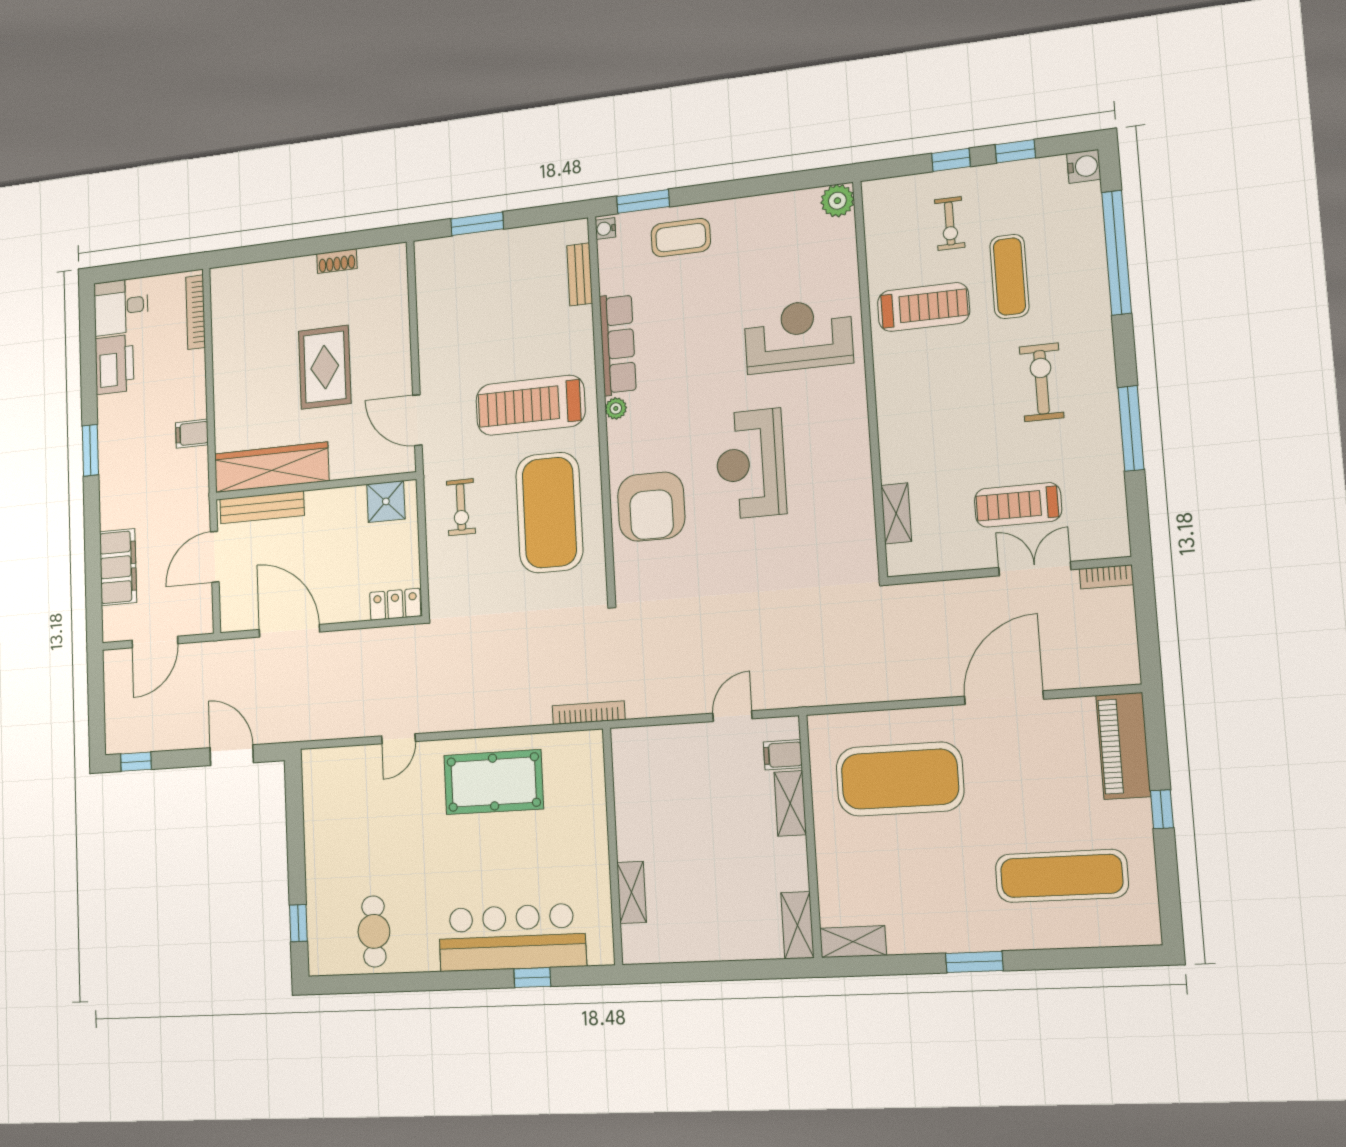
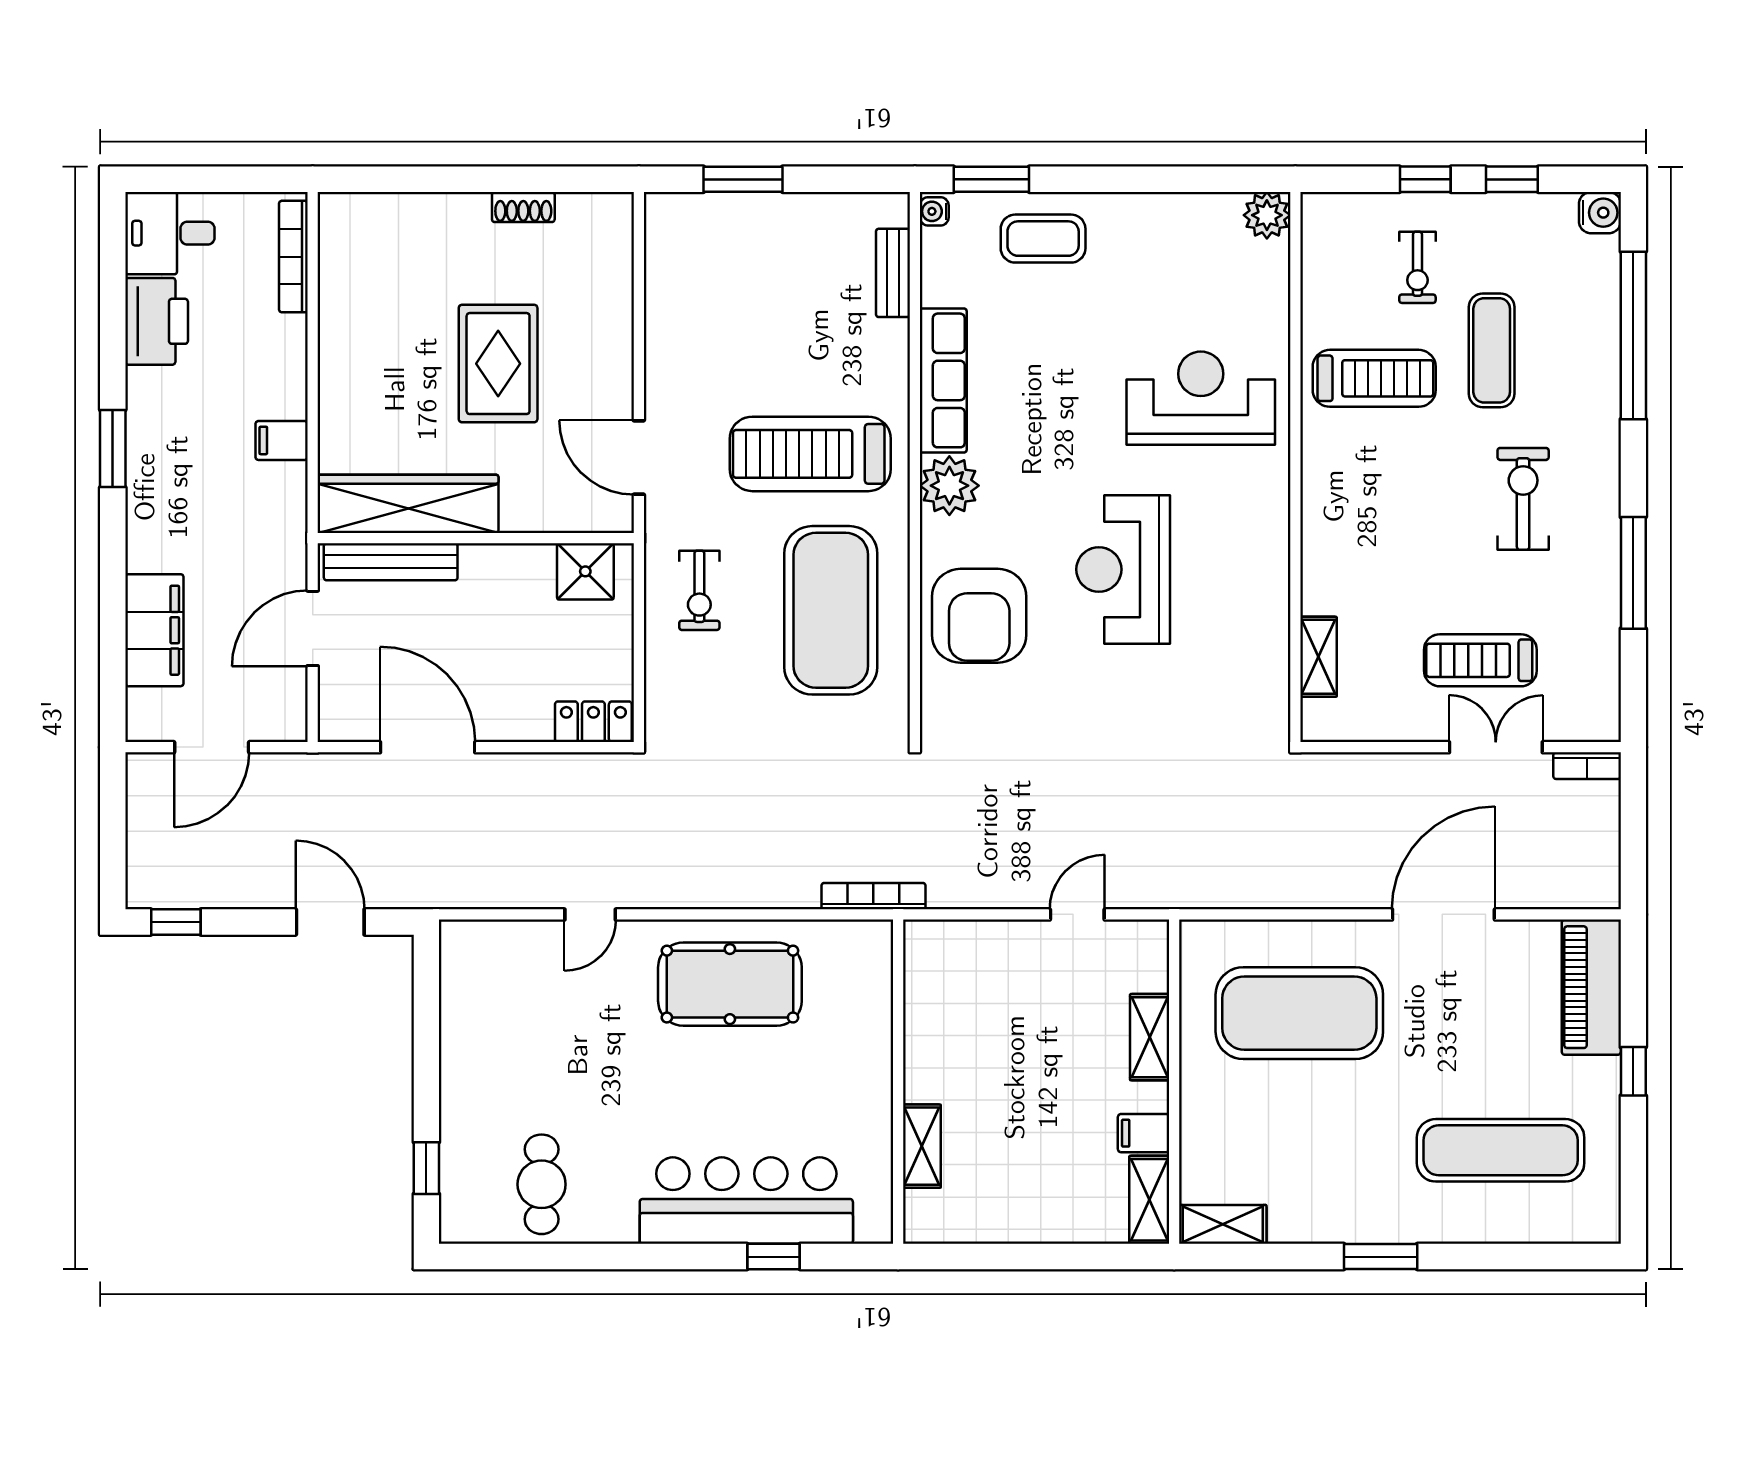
plant: (616, 408) -> (949, 486), width x1.88, depth x1.88
filing cabinet: (783, 755) -> (1144, 1133), moved

